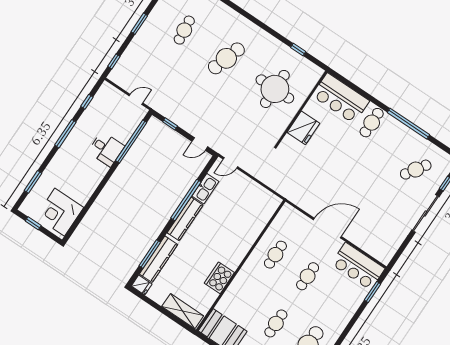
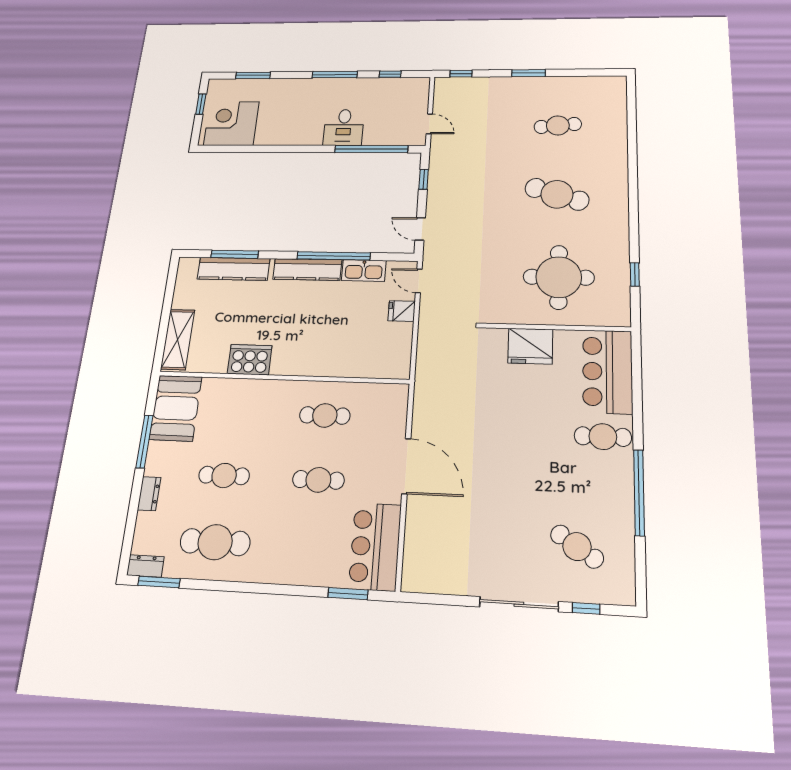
fridge: (142, 285) -> (402, 311), moved, turned 90

